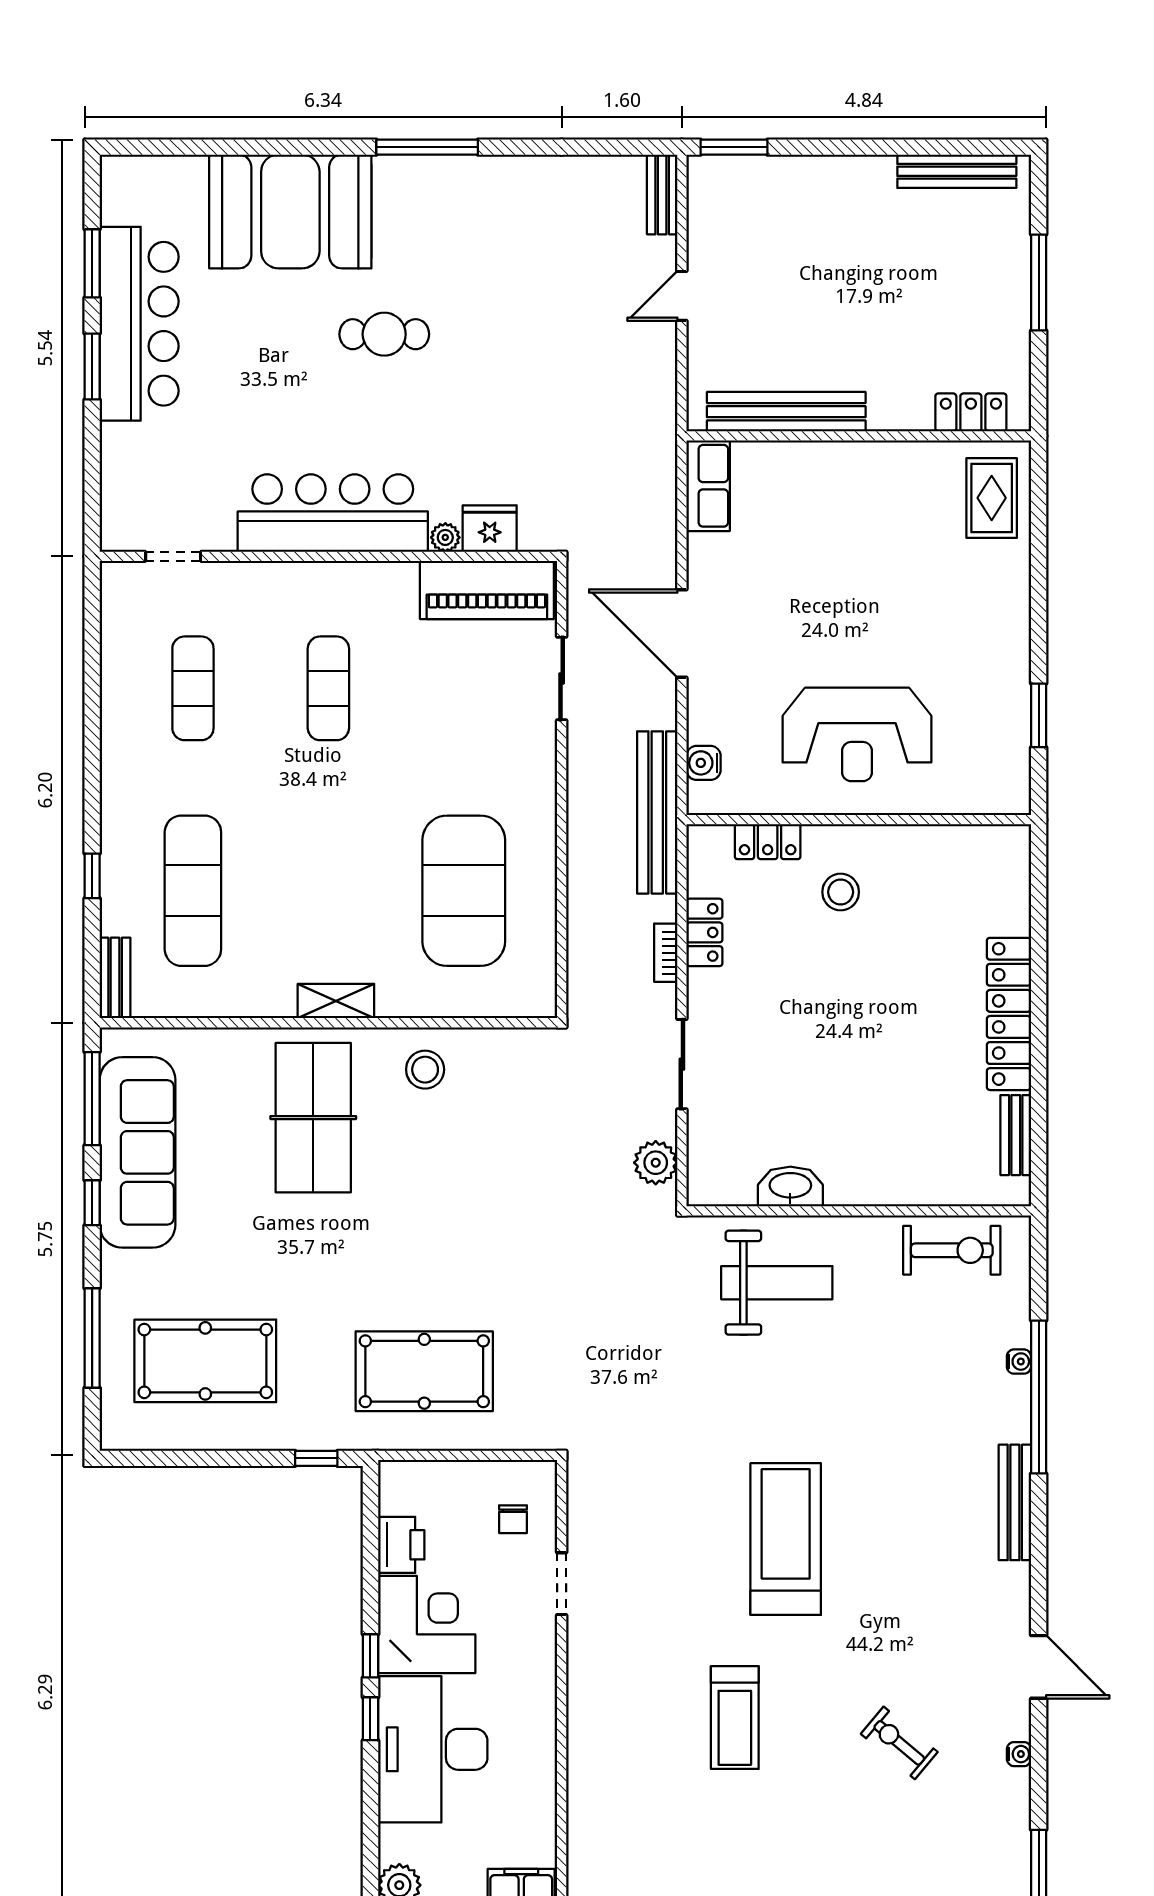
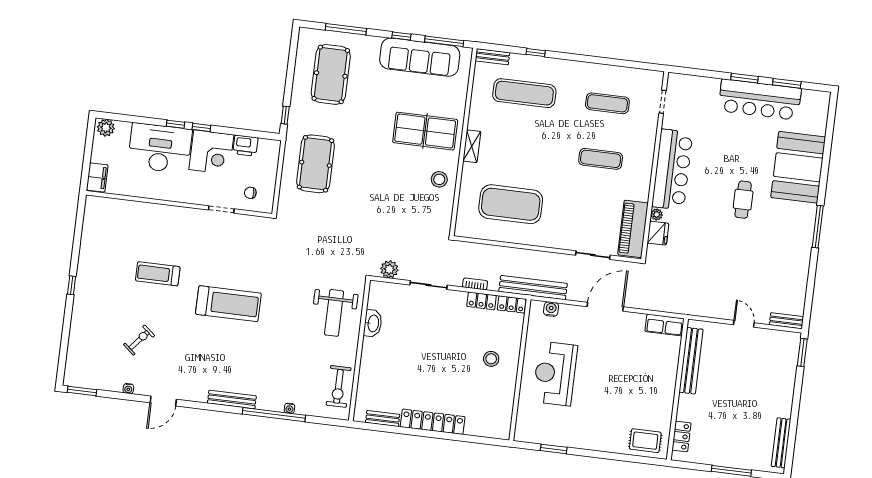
locker: (768, 842) -> (512, 304), moved, turned -90

